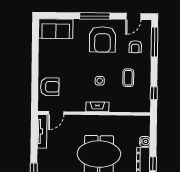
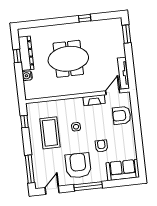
armchair: (135, 47) -> (101, 146), moved
coffee table: (128, 78) -> (50, 133), width x1.86, depth x1.72
fireplace: (97, 107) -> (94, 100), moved

